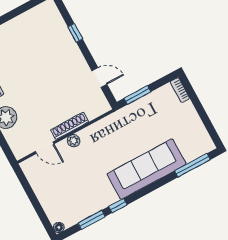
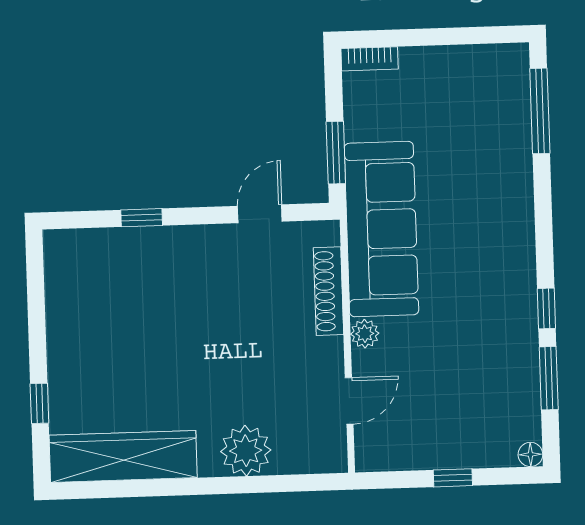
shoe rack: (70, 126) -> (328, 291), moved
sofa: (147, 169) -> (381, 229), moved, turned 180
window: (35, 202) -> (453, 478), added

